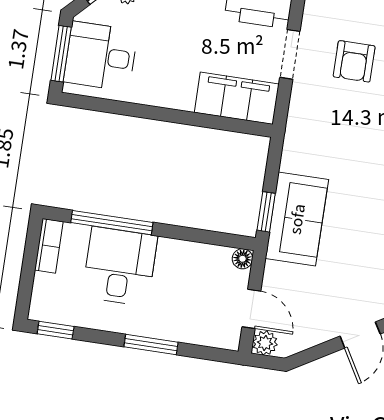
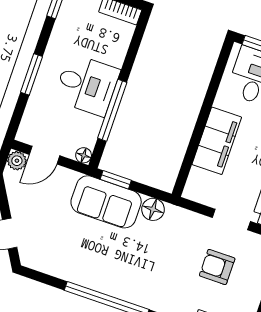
filing cabinet: (237, 98) -> (217, 141), moved
floor lamp: (295, 157) -> (153, 209), added
window: (112, 223) -> (112, 110), moved
desk: (120, 266) -> (87, 85), moved

